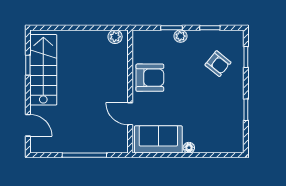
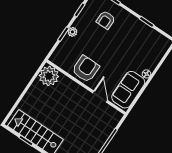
plant: (115, 37) -> (49, 76), width x1.88, depth x1.88
armchair: (218, 64) -> (106, 20), turned 141
door: (130, 114) -> (100, 97), swing flipped

